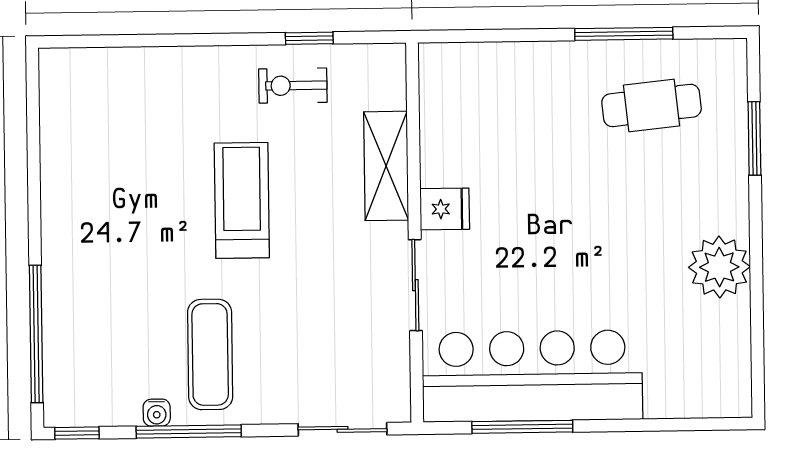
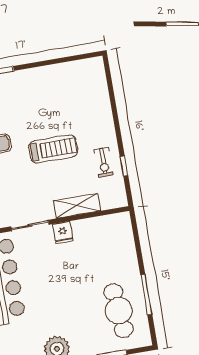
exercise bike: (293, 86) -> (104, 162), turned 180
cafe table: (652, 105) -> (119, 311), width x1.37, depth x1.35

